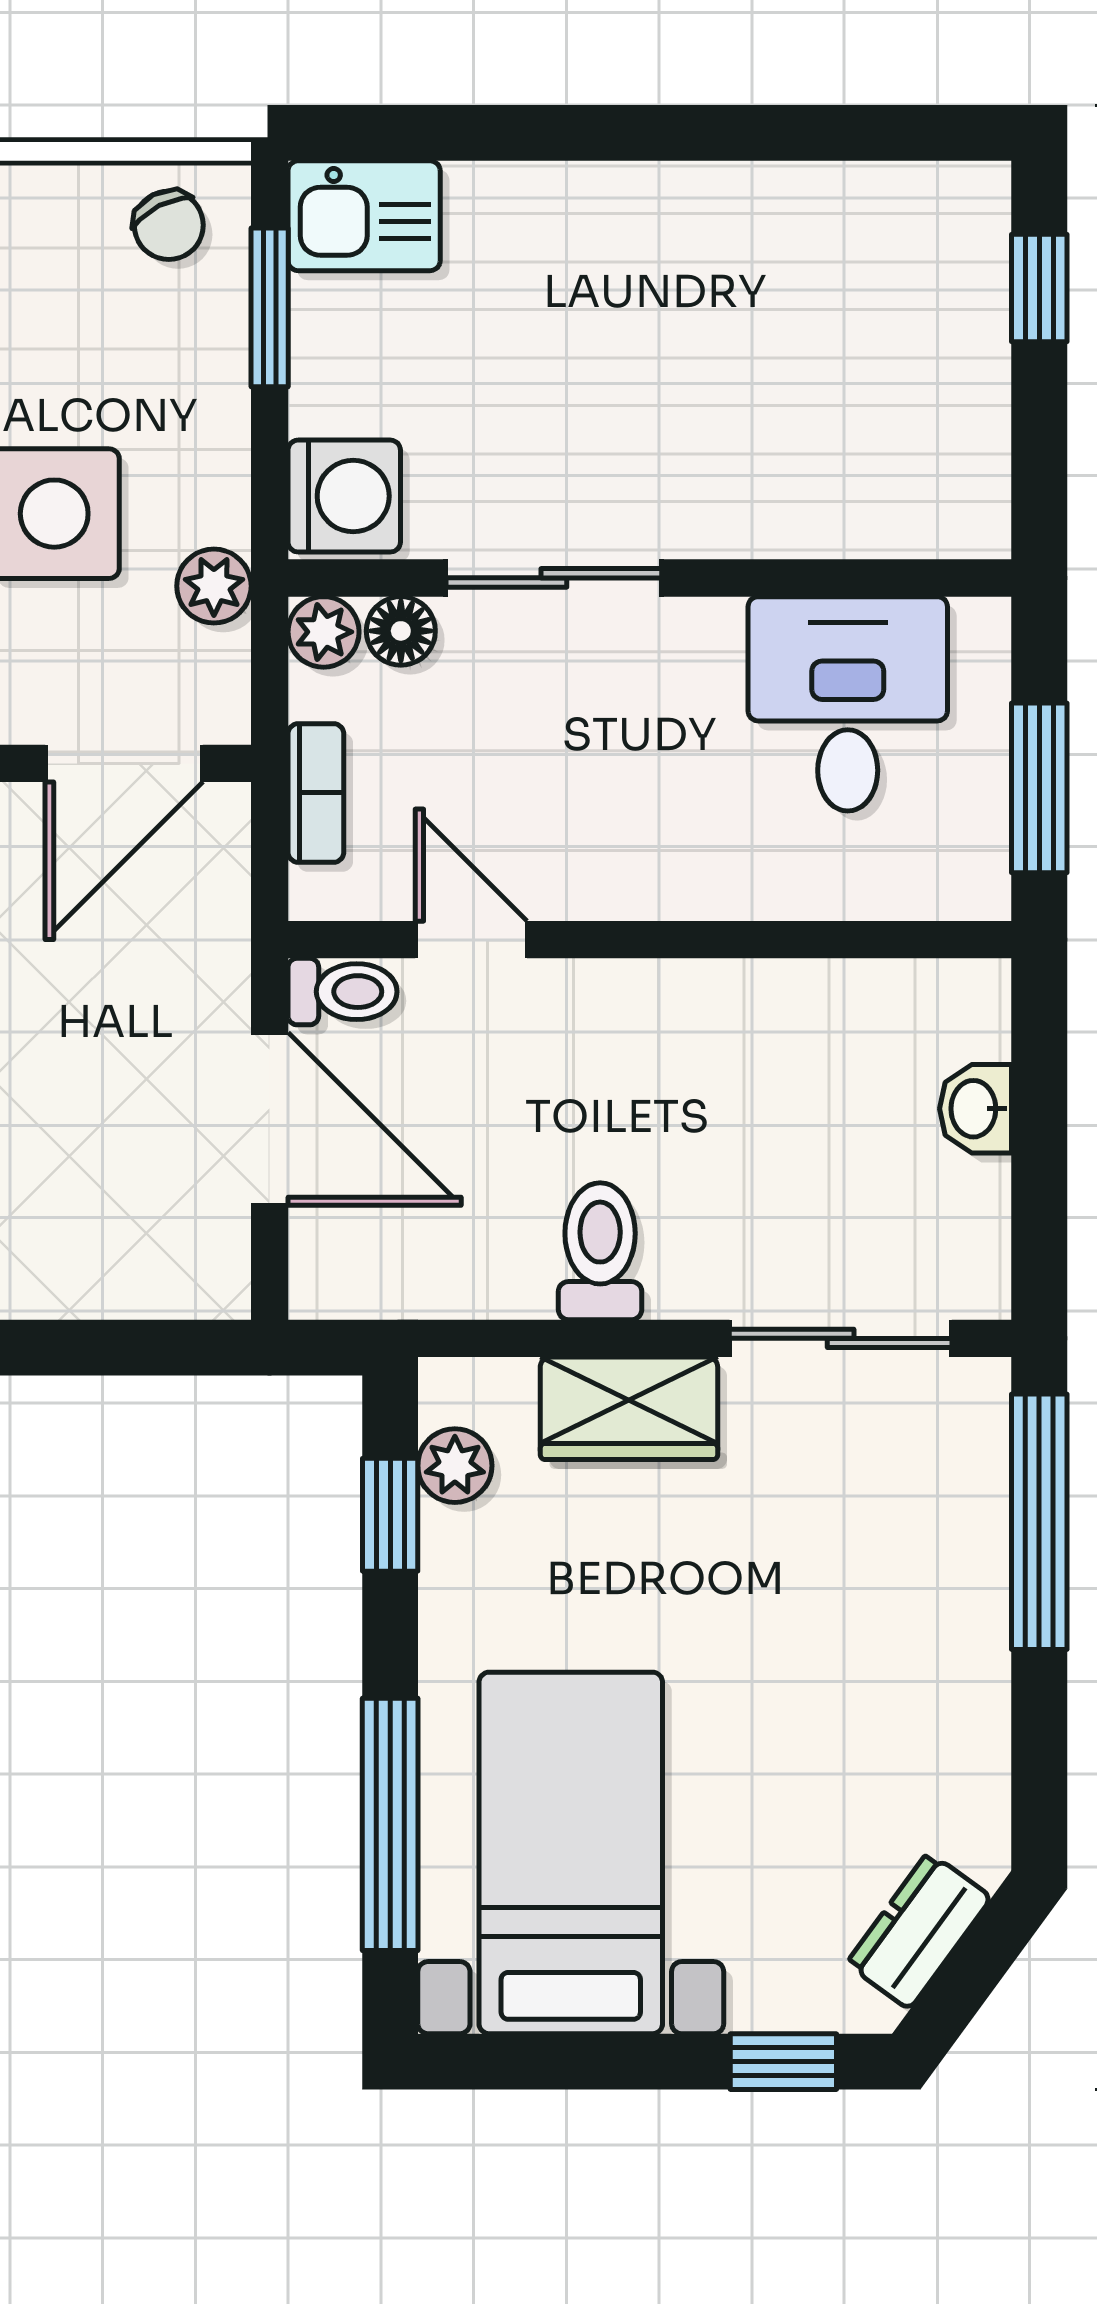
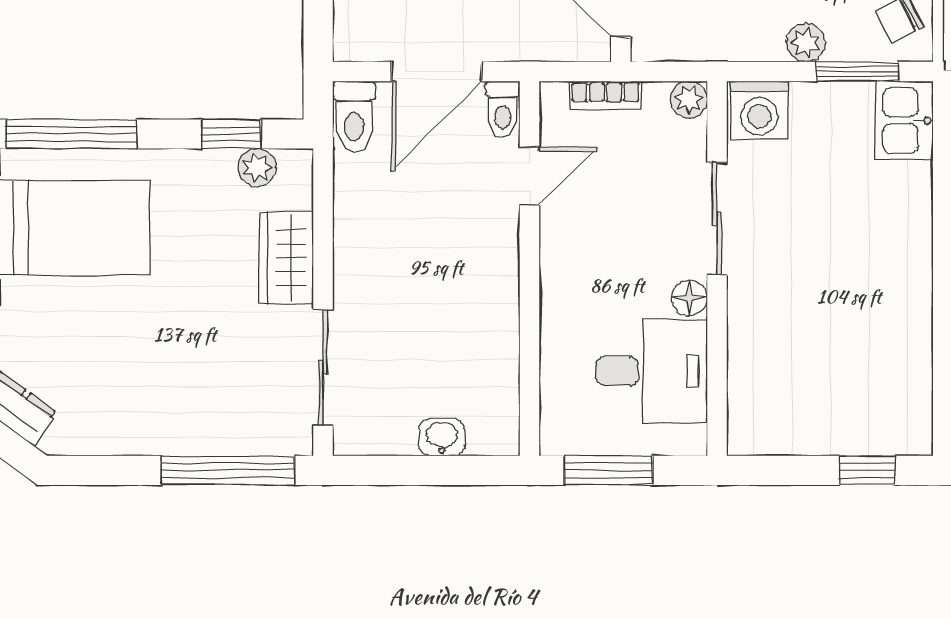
plant: (214, 586) -> (806, 43), moved
floor lamp: (401, 631) -> (689, 298), moved
toilet: (600, 1251) -> (354, 117), moved, turned 90

